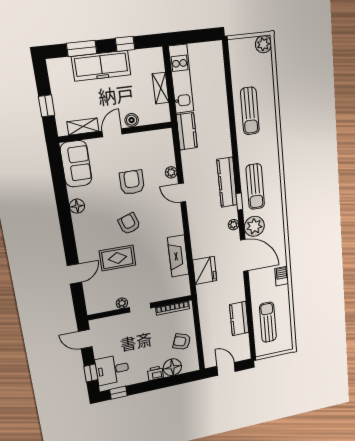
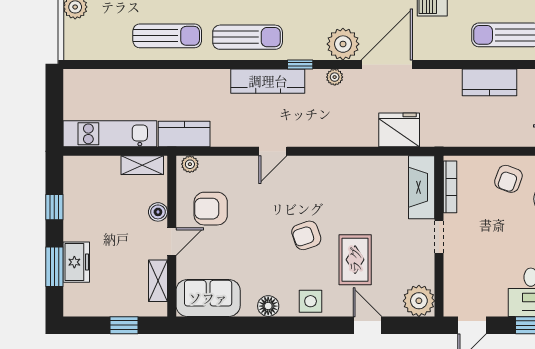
freezer: (101, 66) -> (76, 262), width x0.52, depth x0.79
shelving: (161, 88) -> (142, 165), moved
door: (112, 133) -> (172, 242), swing flipped
plant: (171, 172) -> (190, 164), moved
armchair: (132, 182) -> (211, 209), moved
sun lounger: (255, 187) -> (248, 37), moved
side table: (85, 234) -> (311, 301), added
fireplace: (178, 256) -> (422, 187), moved, turned 90
plant: (122, 303) -> (419, 301), moved, width x1.87, depth x1.87

